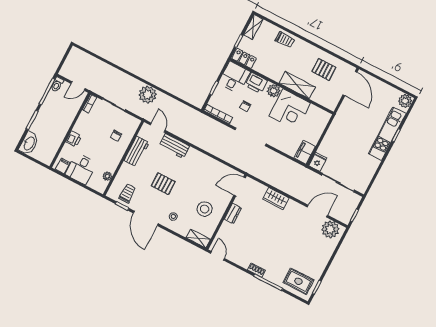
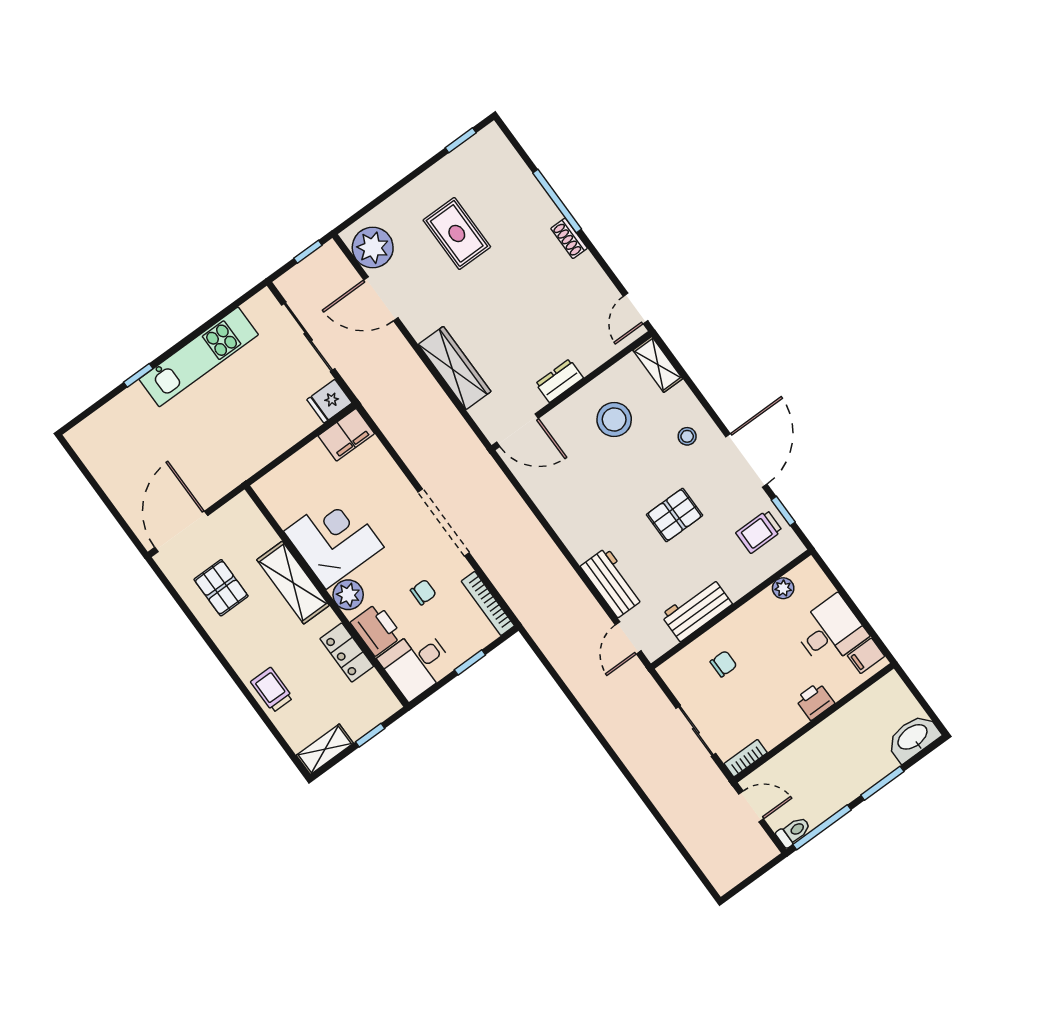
locker: (244, 58) -> (347, 653), moved
plant: (148, 95) -> (615, 717), removed
plant: (405, 101) -> (84, 438), removed
kitchen unit: (387, 134) -> (199, 357), moved
pallet: (163, 184) -> (674, 515), turned 90
wardrobe: (276, 199) -> (455, 368), width x1.50
rug: (298, 281) -> (457, 233), moved

